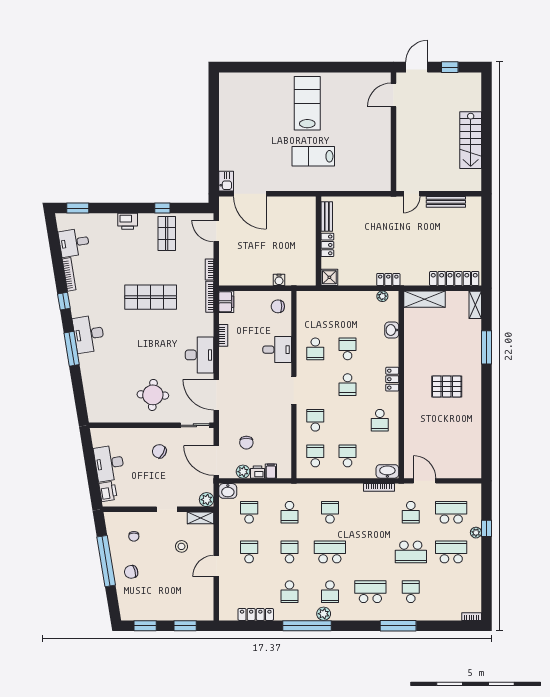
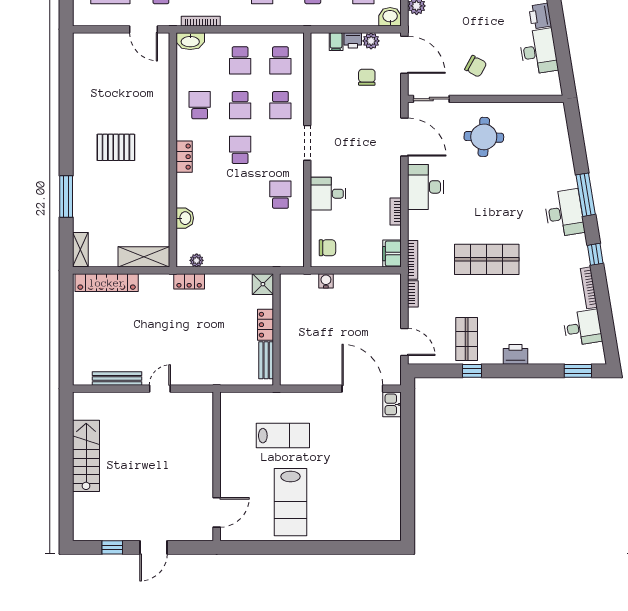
door: (393, 95) -> (217, 512), moved
wall: (393, 132) -> (217, 466), moved
school desk: (348, 349) -> (240, 105), moved

